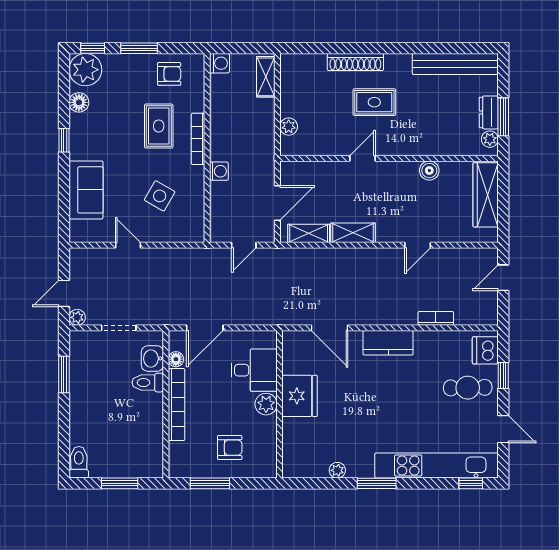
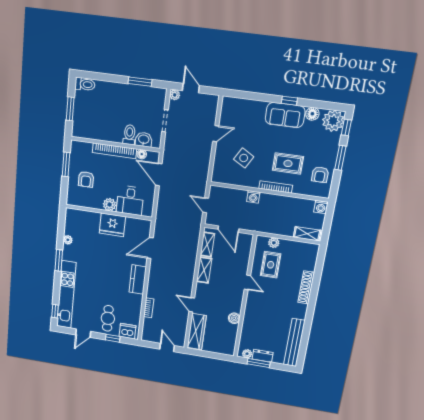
rug: (374, 102) -> (271, 265), moved
sofa: (86, 190) -> (285, 115), moved
wardrobe: (486, 195) -> (197, 332), moved, turned 90

